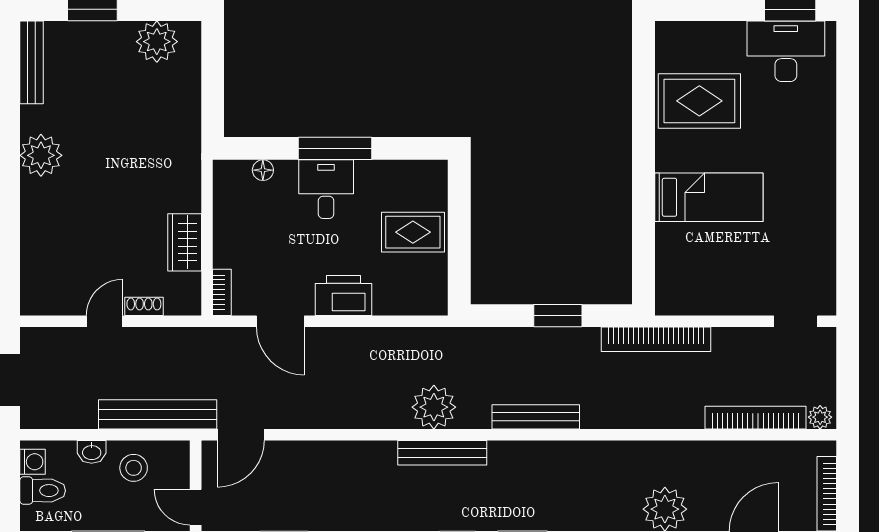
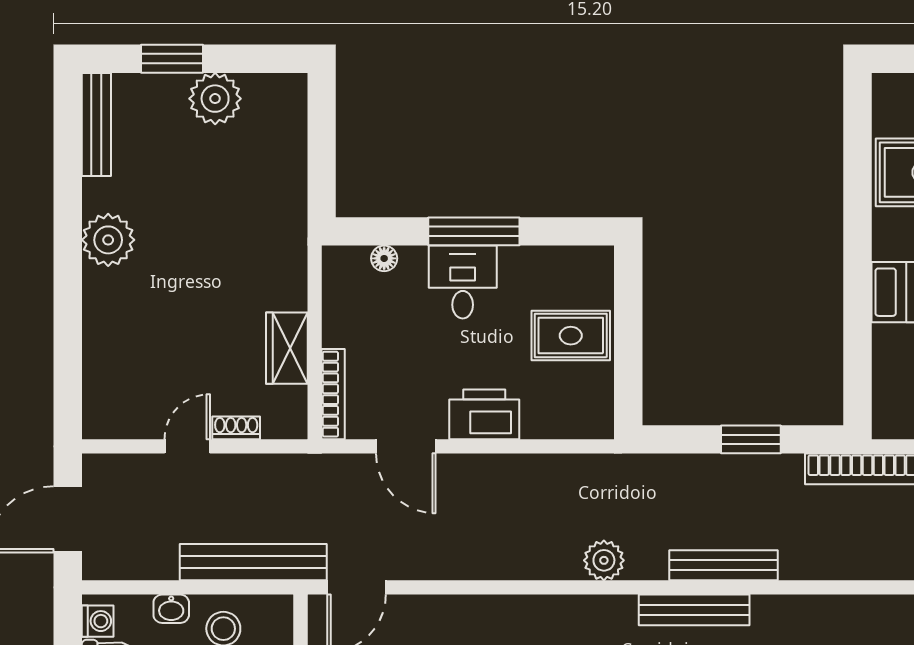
plant: (157, 42) -> (215, 99), moved
bookcase: (222, 292) -> (333, 394), width x1.56
plant: (434, 407) -> (604, 560), width x0.73, depth x0.73
bench: (442, 453) -> (694, 610), moved

